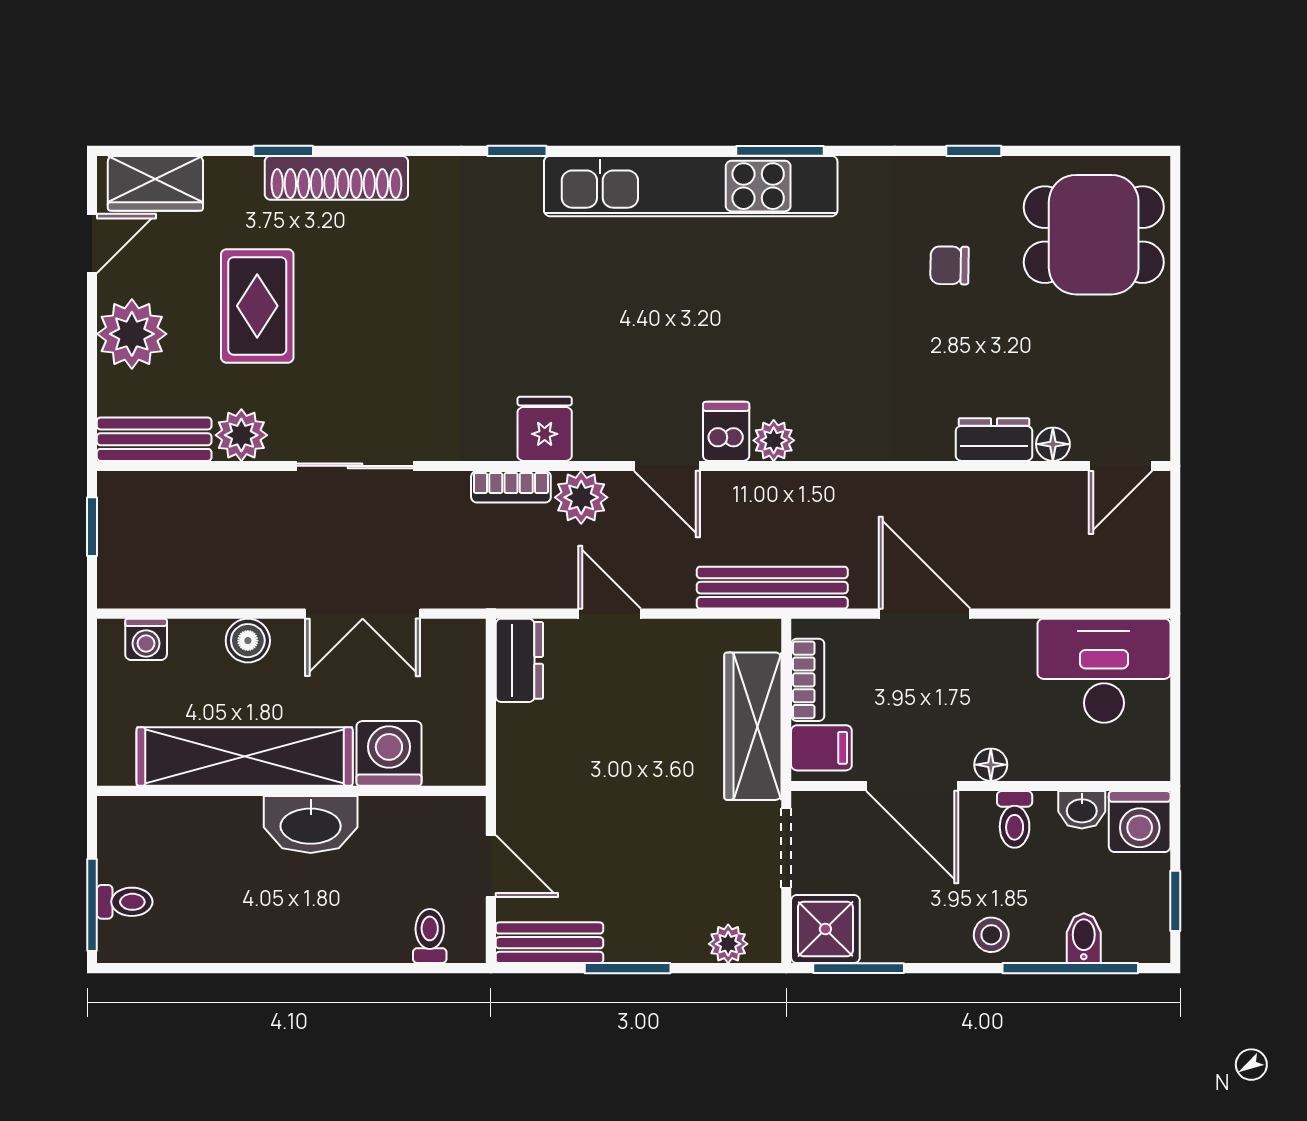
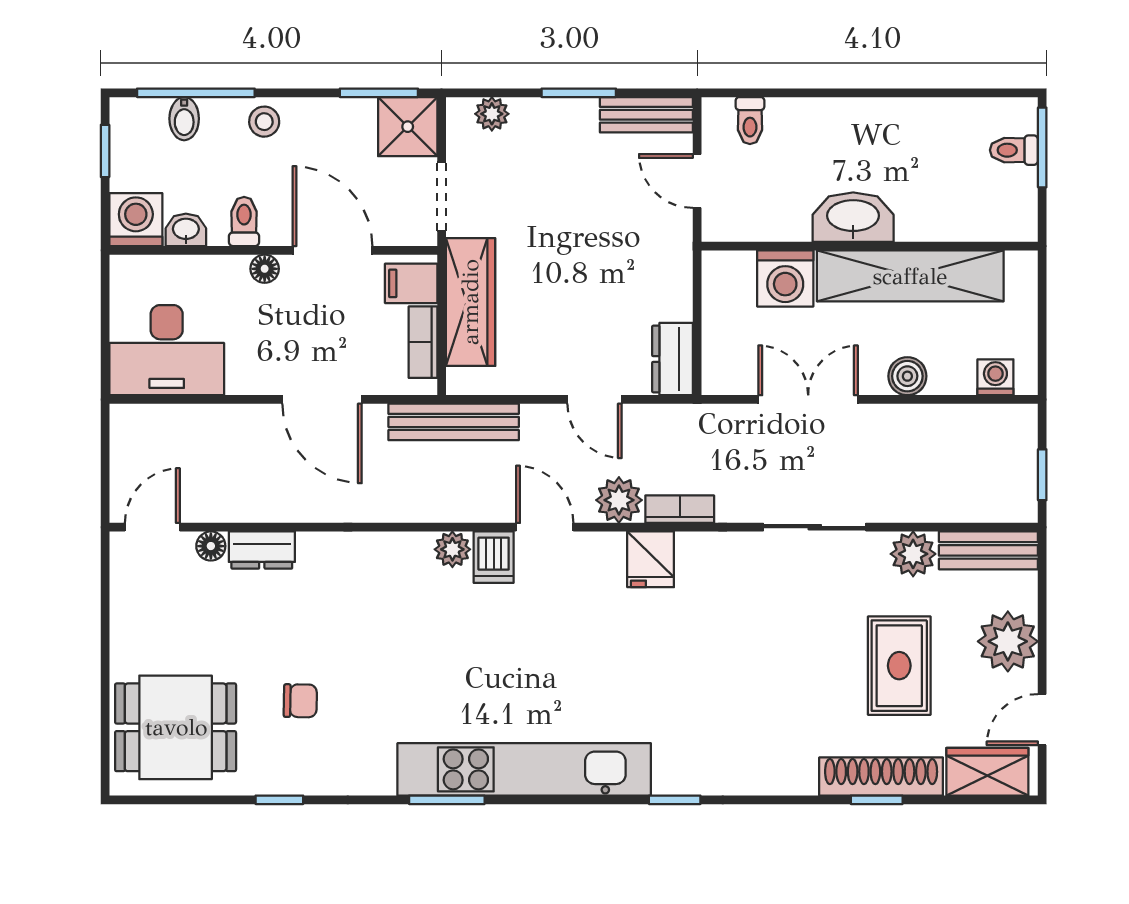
shoe rack: (336, 178) -> (881, 776), moved

